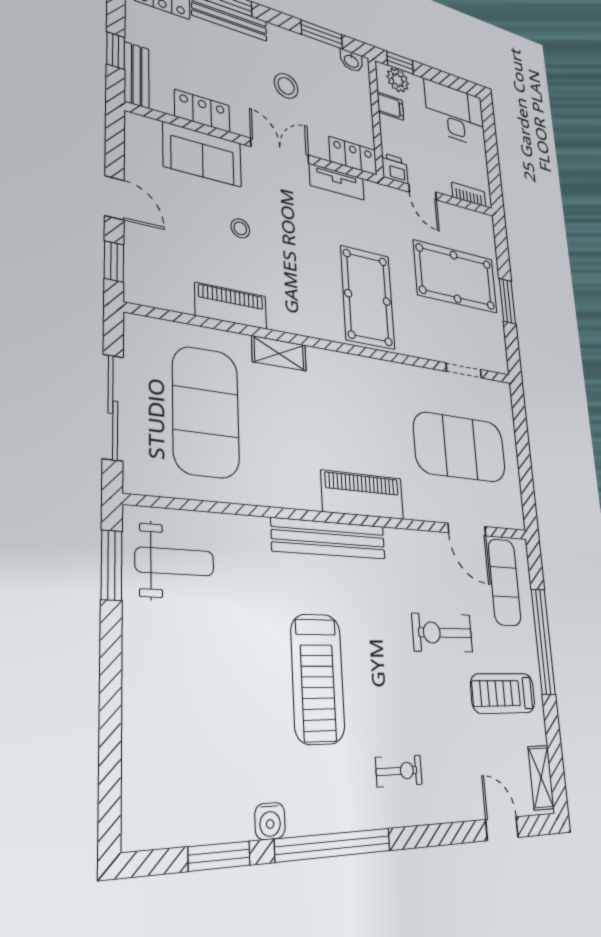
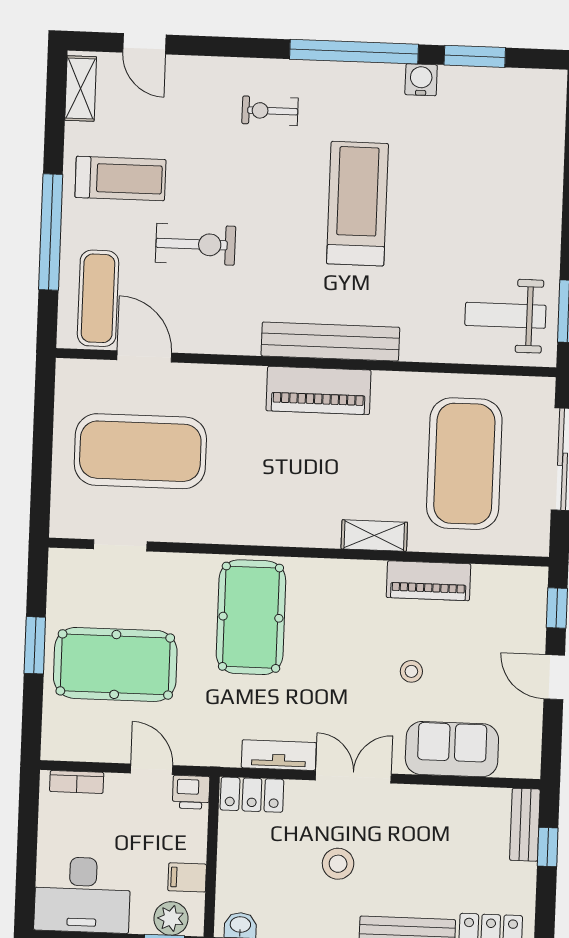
locker: (202, 111) -> (449, 802), removed
double door: (280, 151) -> (353, 777), swing flipped
piano: (363, 495) -> (319, 390), moved

